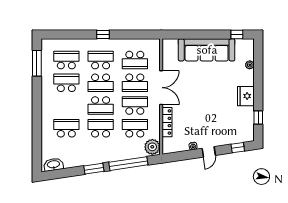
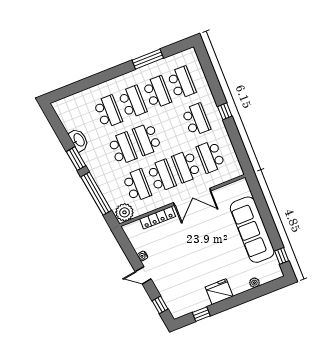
window: (37, 63) -> (148, 59), moved
school desk: (101, 83) -> (133, 102), moved, turned 180
washbasin: (53, 165) -> (79, 140), moved

